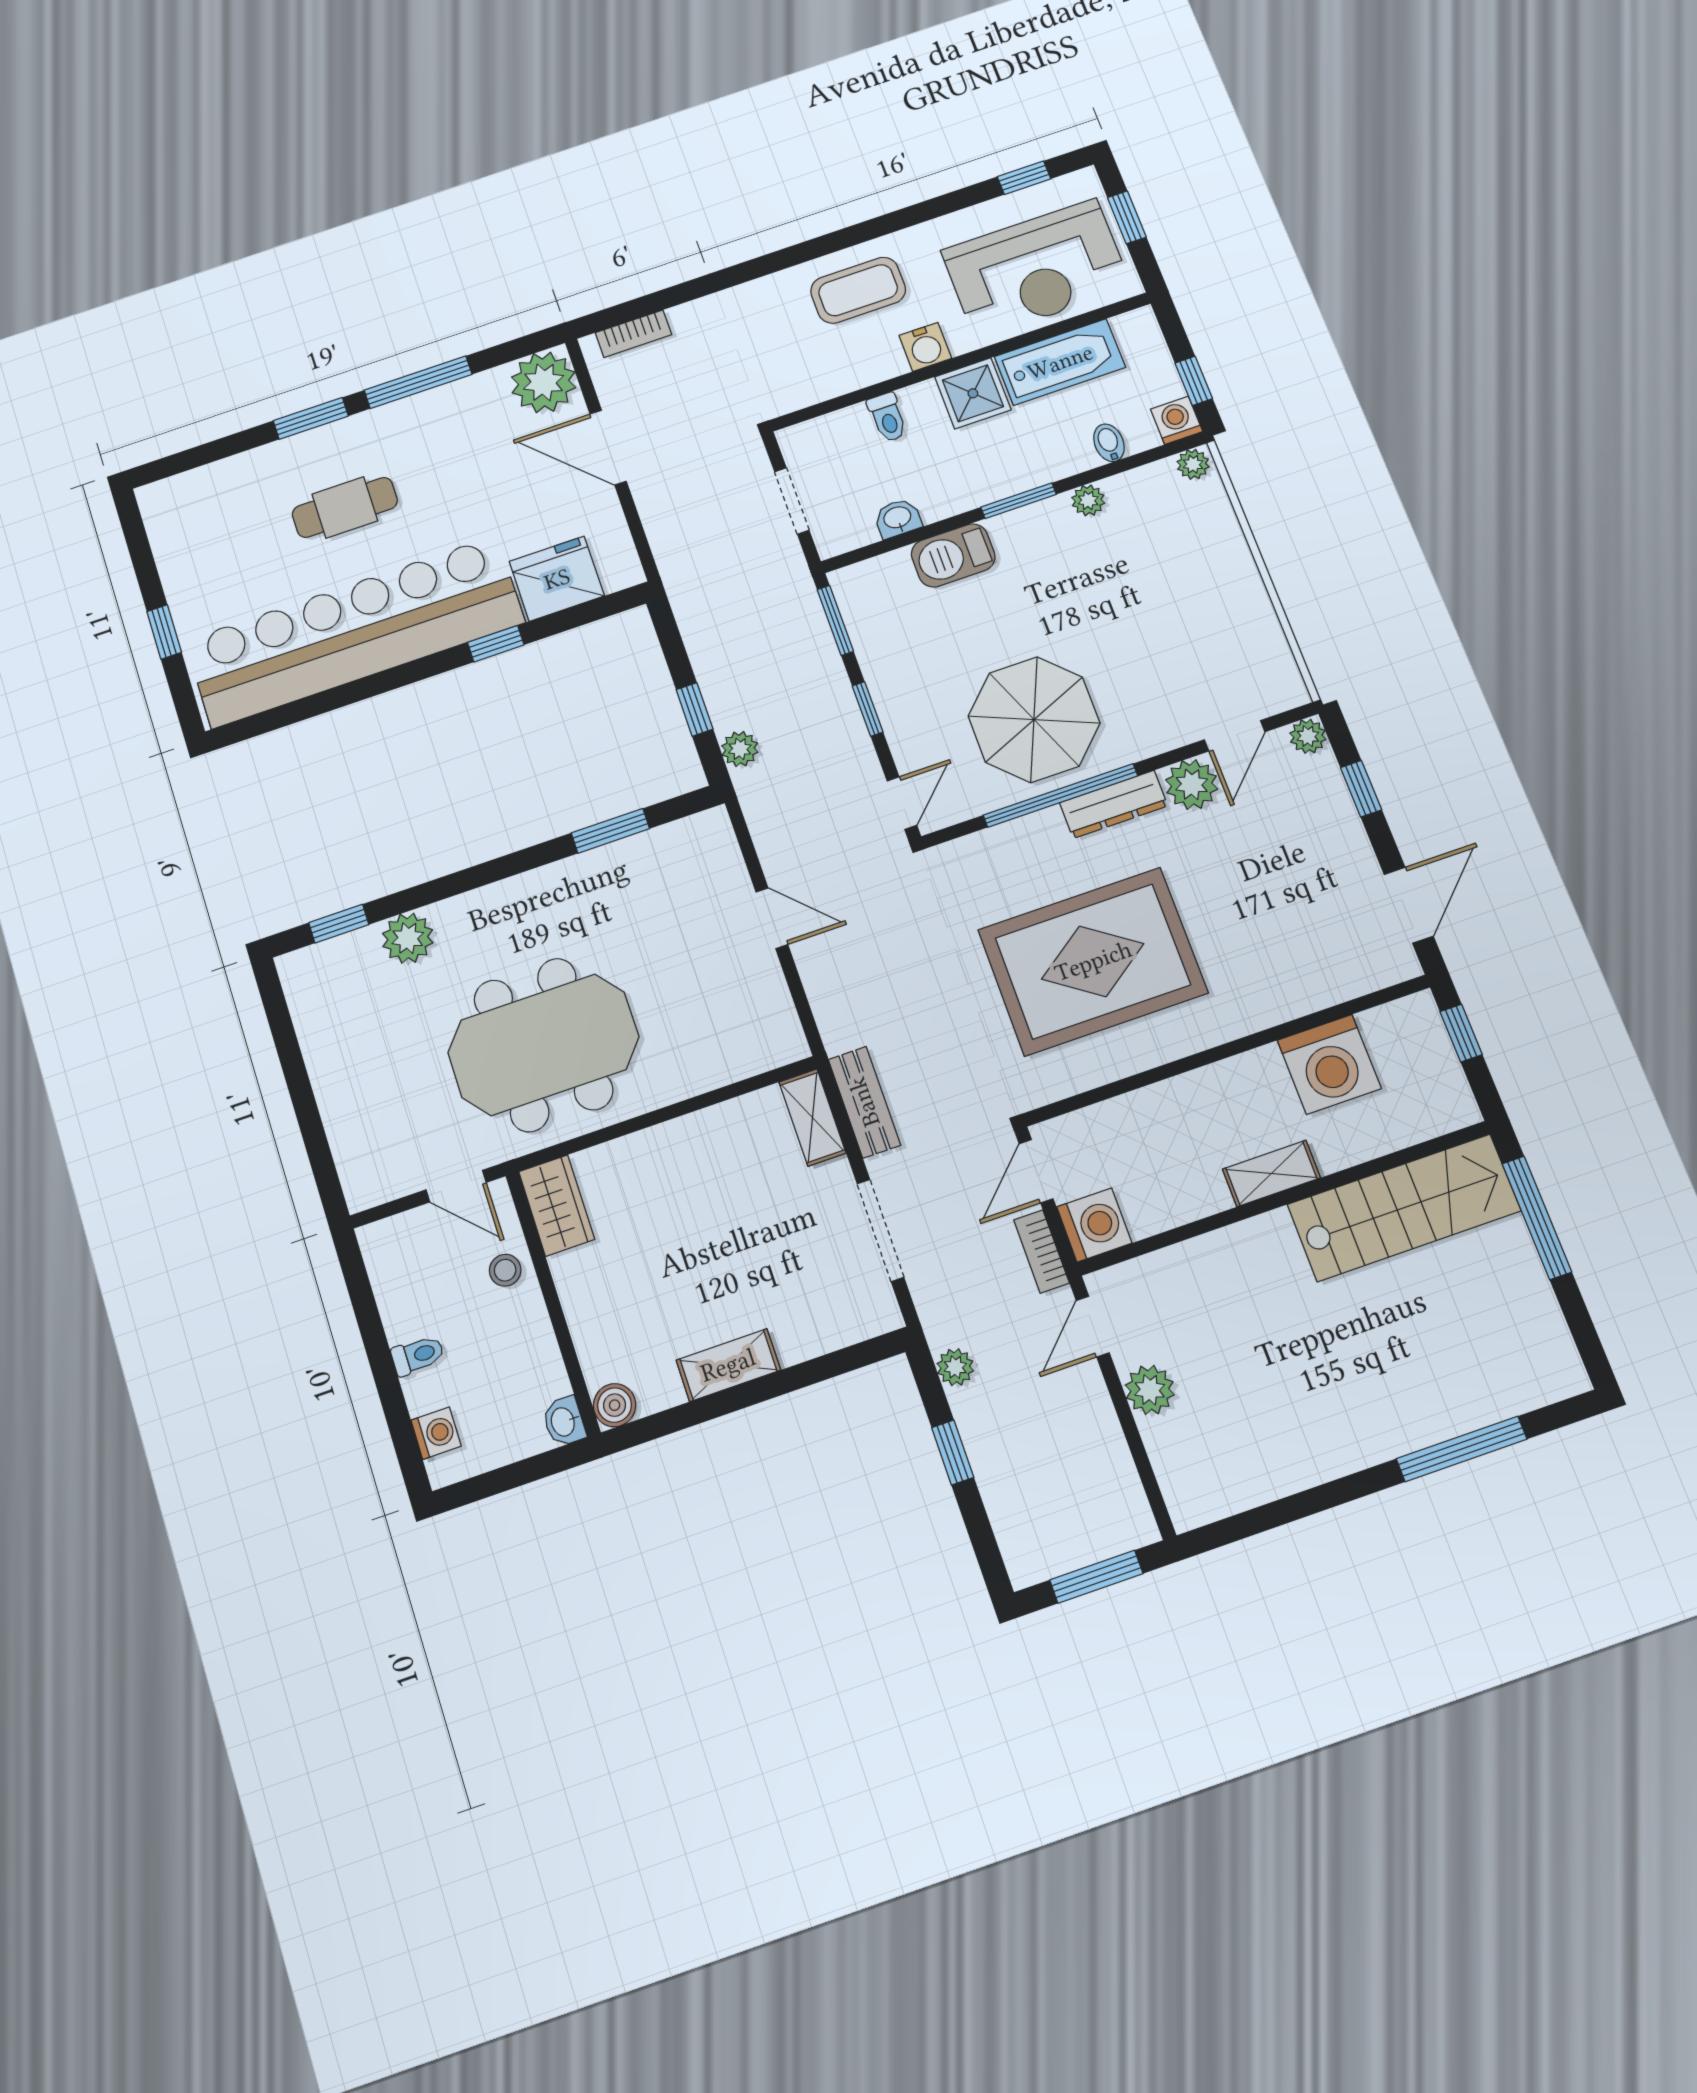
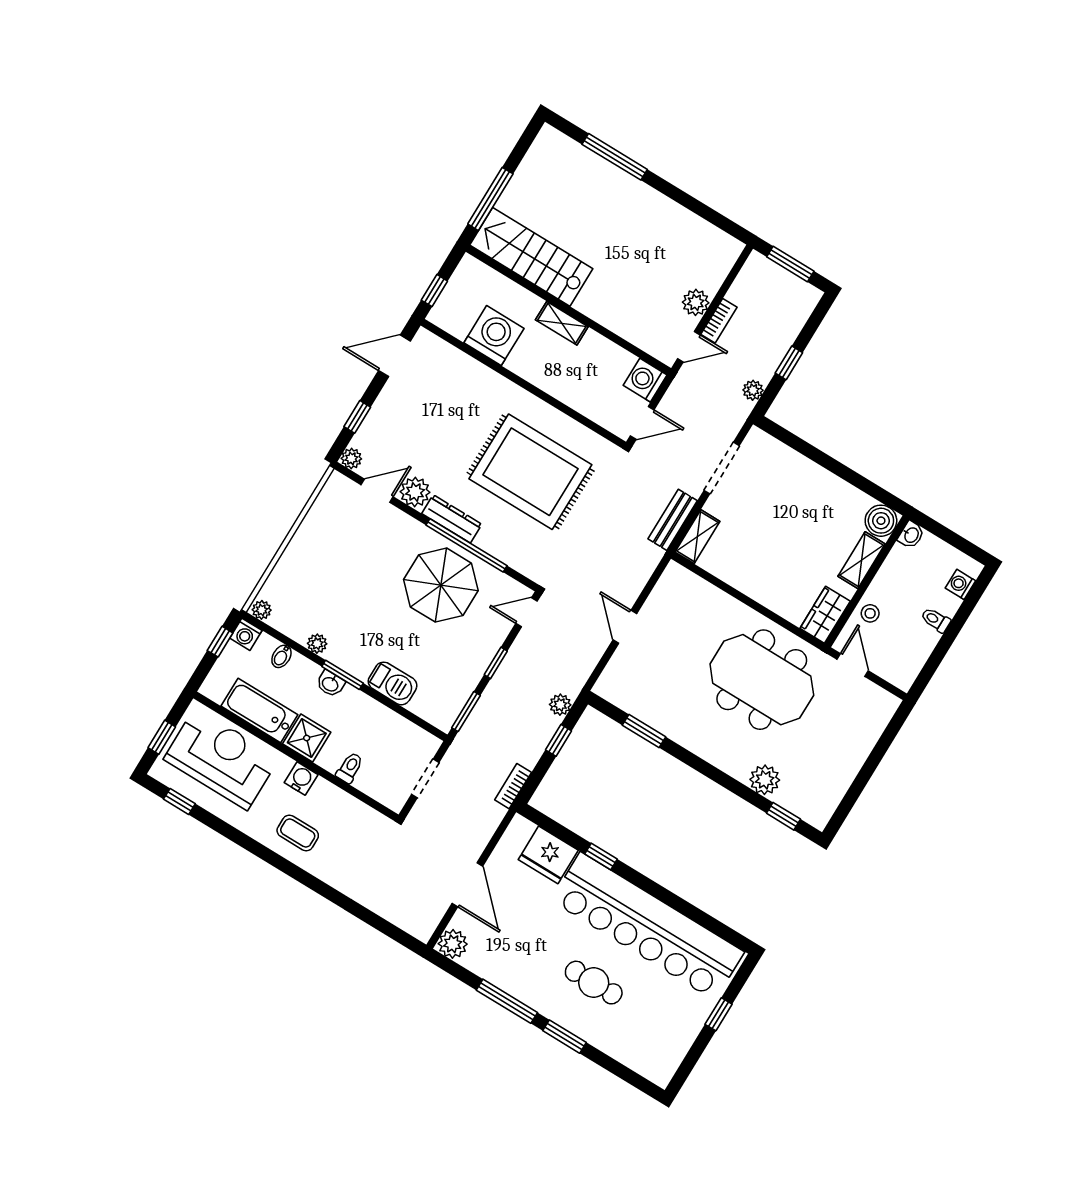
coffee table: (858, 290) -> (298, 833), width x0.73, depth x0.77
bookcase: (634, 334) -> (513, 786), moved, turned -90
plant: (544, 382) -> (453, 944), width x0.73, depth x0.73
washbasin: (898, 518) -> (330, 684), moved
bookcase: (1042, 1251) -> (719, 321), moved
shelving: (728, 1365) -> (861, 560), moved, turned 90
boiler: (615, 1405) -> (881, 521), width x1.36, depth x1.36

